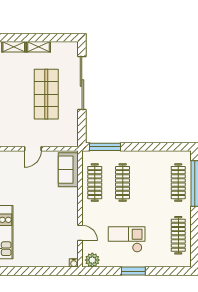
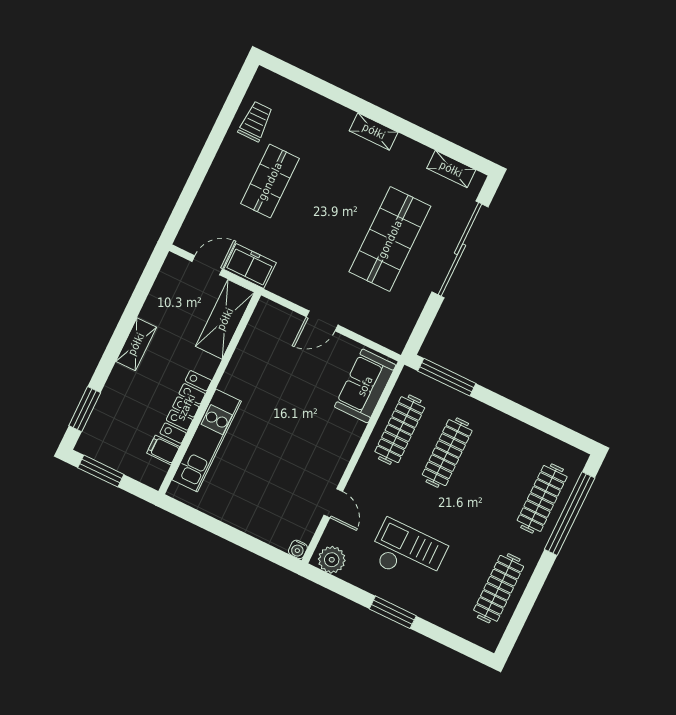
shelving: (38, 47) -> (451, 169), moved

